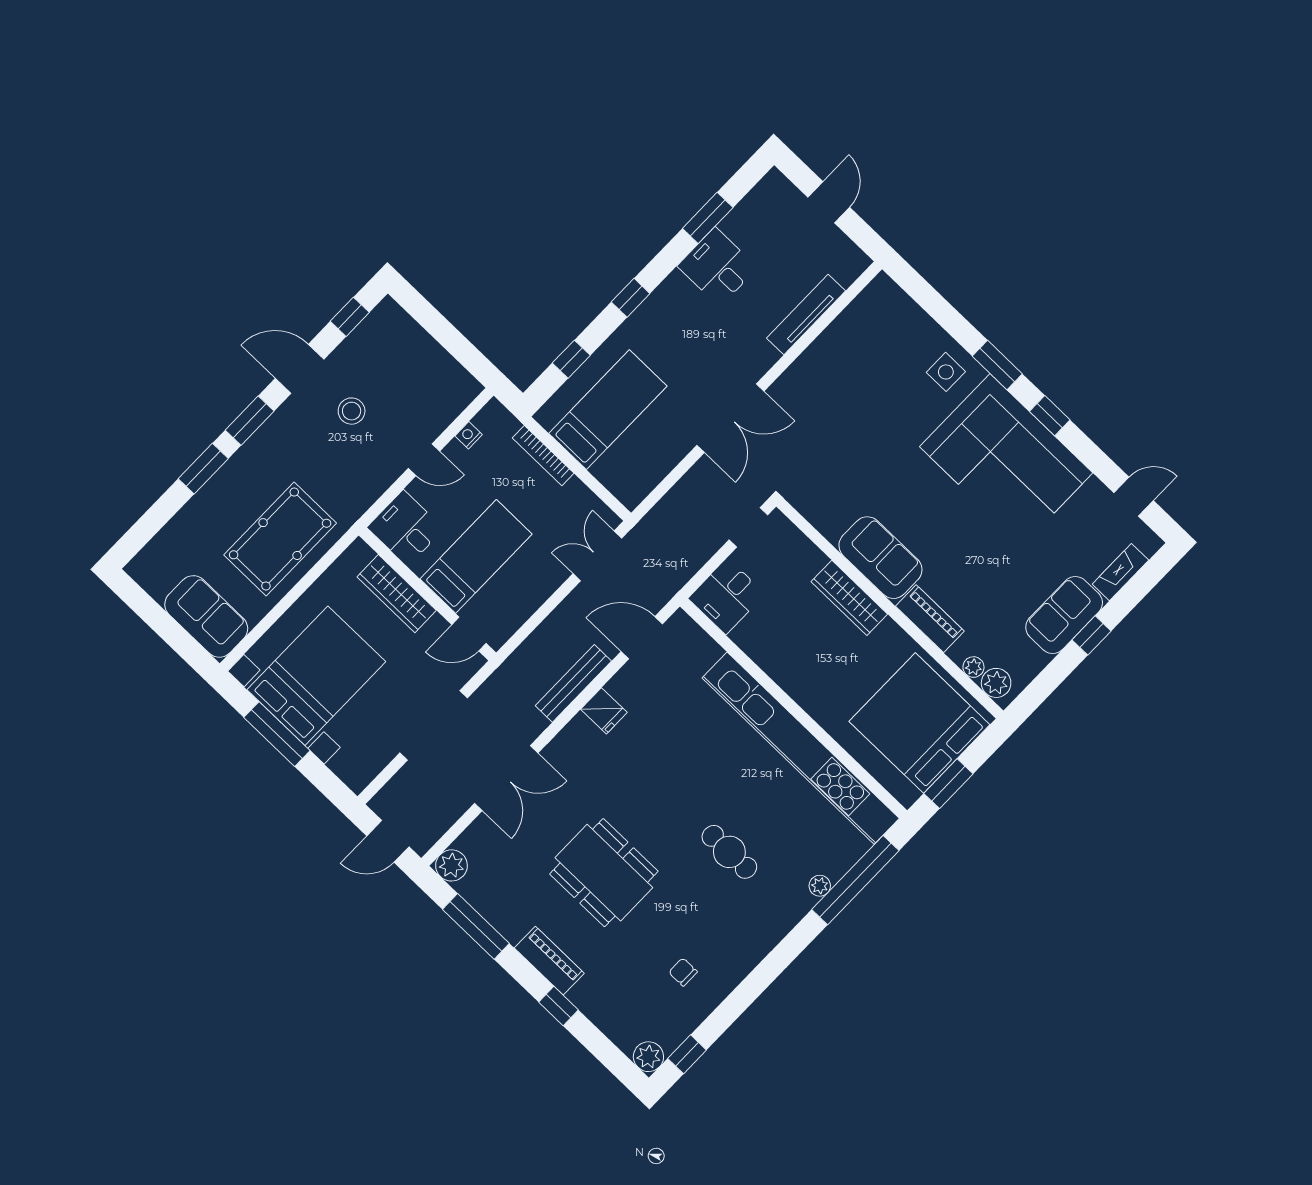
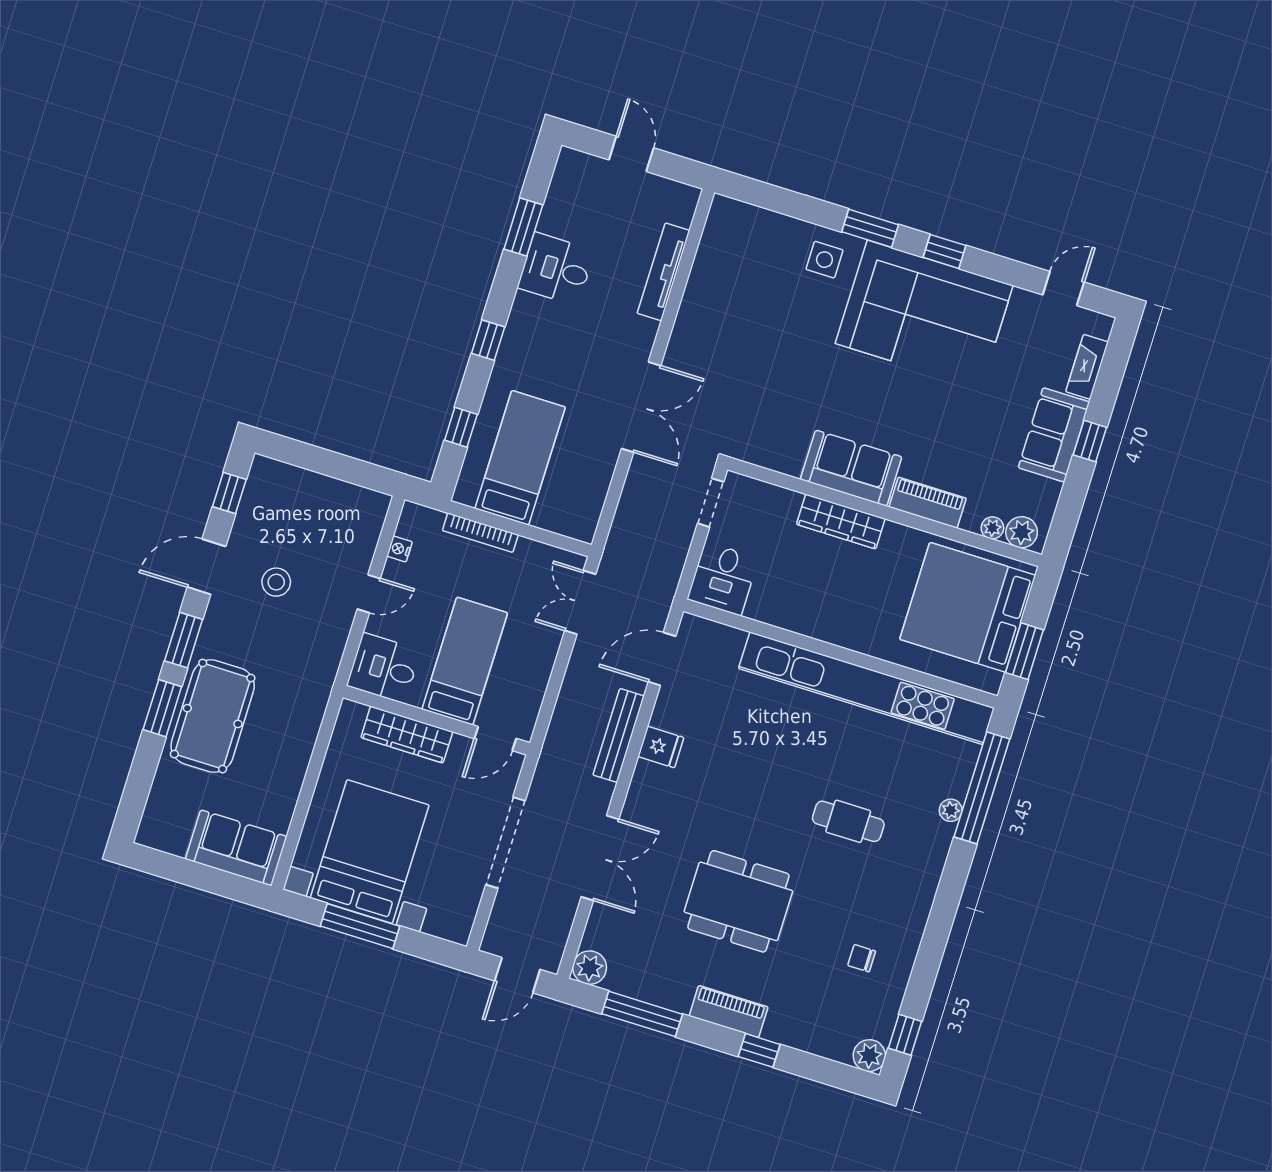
pool table: (280, 539) -> (213, 716), moved

